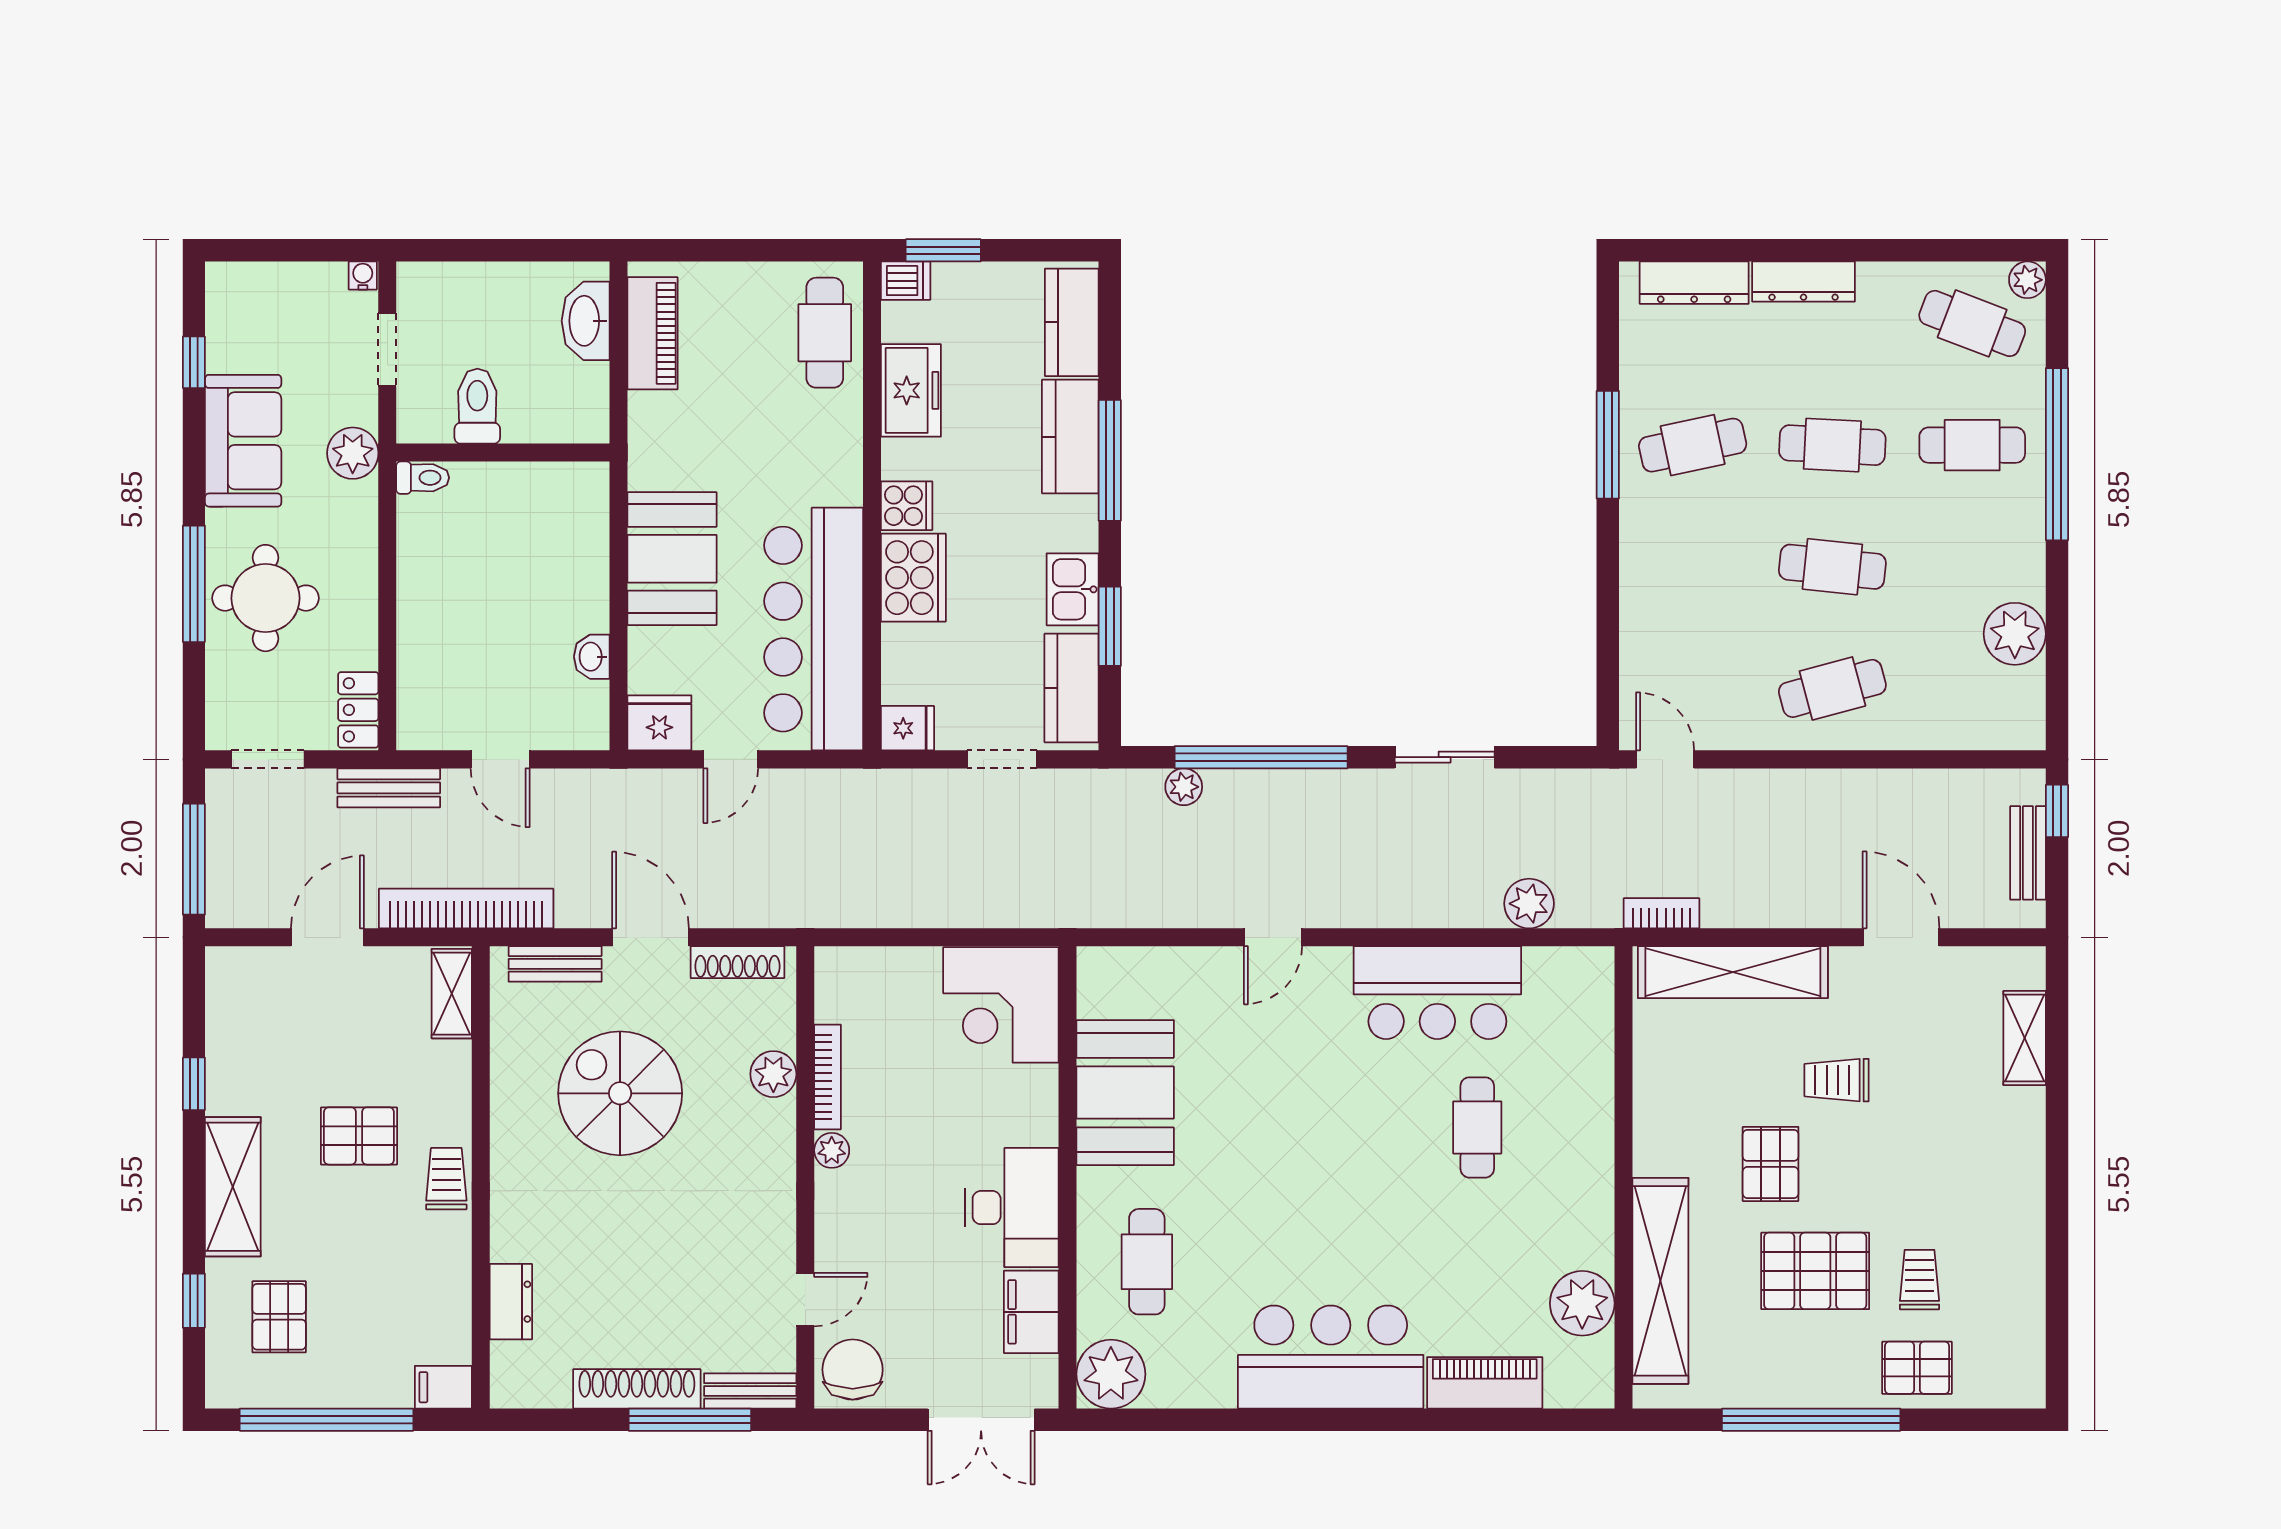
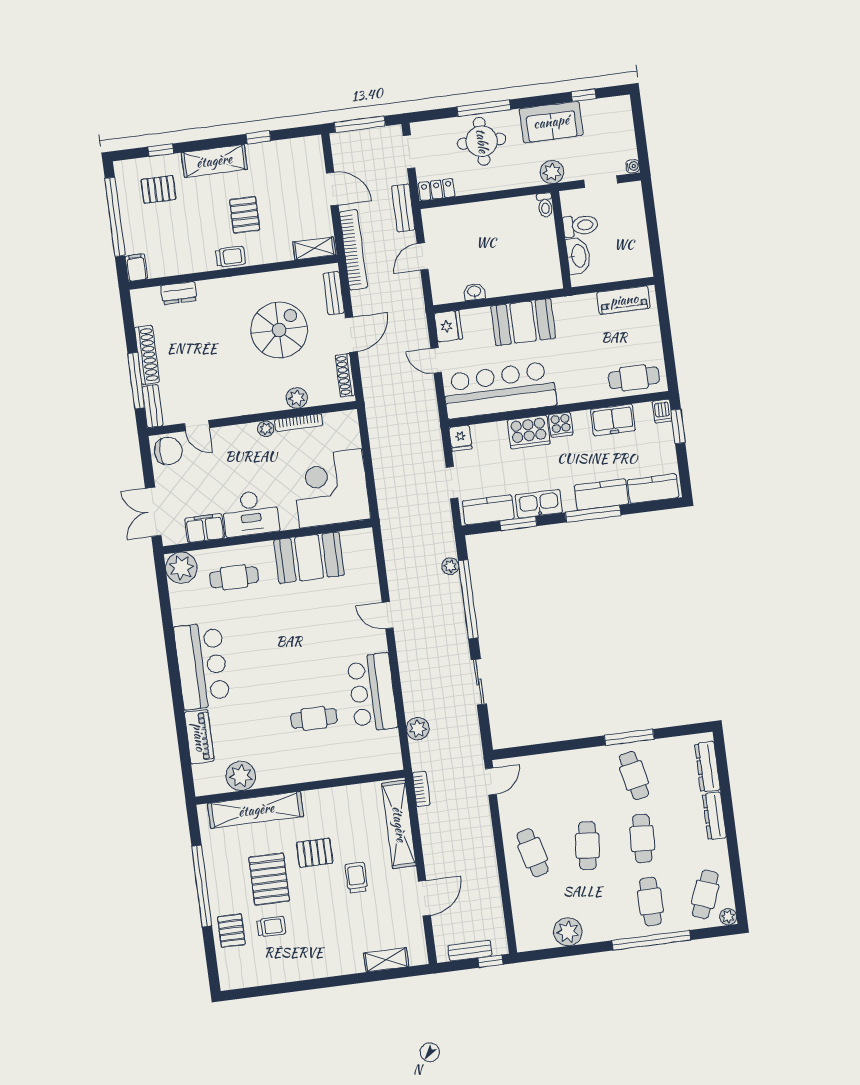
washbasin: (586, 321) -> (578, 256), moved, turned 90
kitchen sink: (1073, 589) -> (539, 504), width x1.38
corner desk: (1001, 1005) -> (331, 488), width x1.36, depth x1.36

